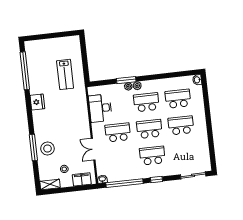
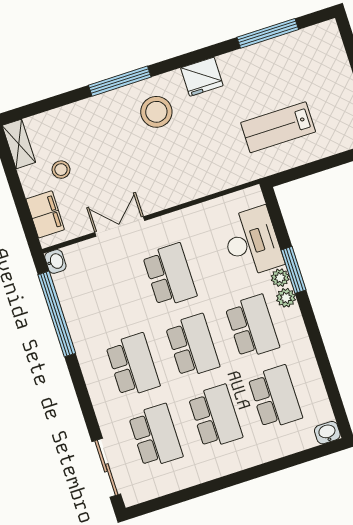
window: (25, 71) -> (268, 33), width x0.68
desk: (100, 108) -> (252, 242), moved, turned 90
window: (33, 147) -> (120, 81), moved
stool: (47, 149) -> (156, 112), moved
school desk: (184, 152) -> (156, 436), added
window: (156, 179) -> (80, 386), removed

